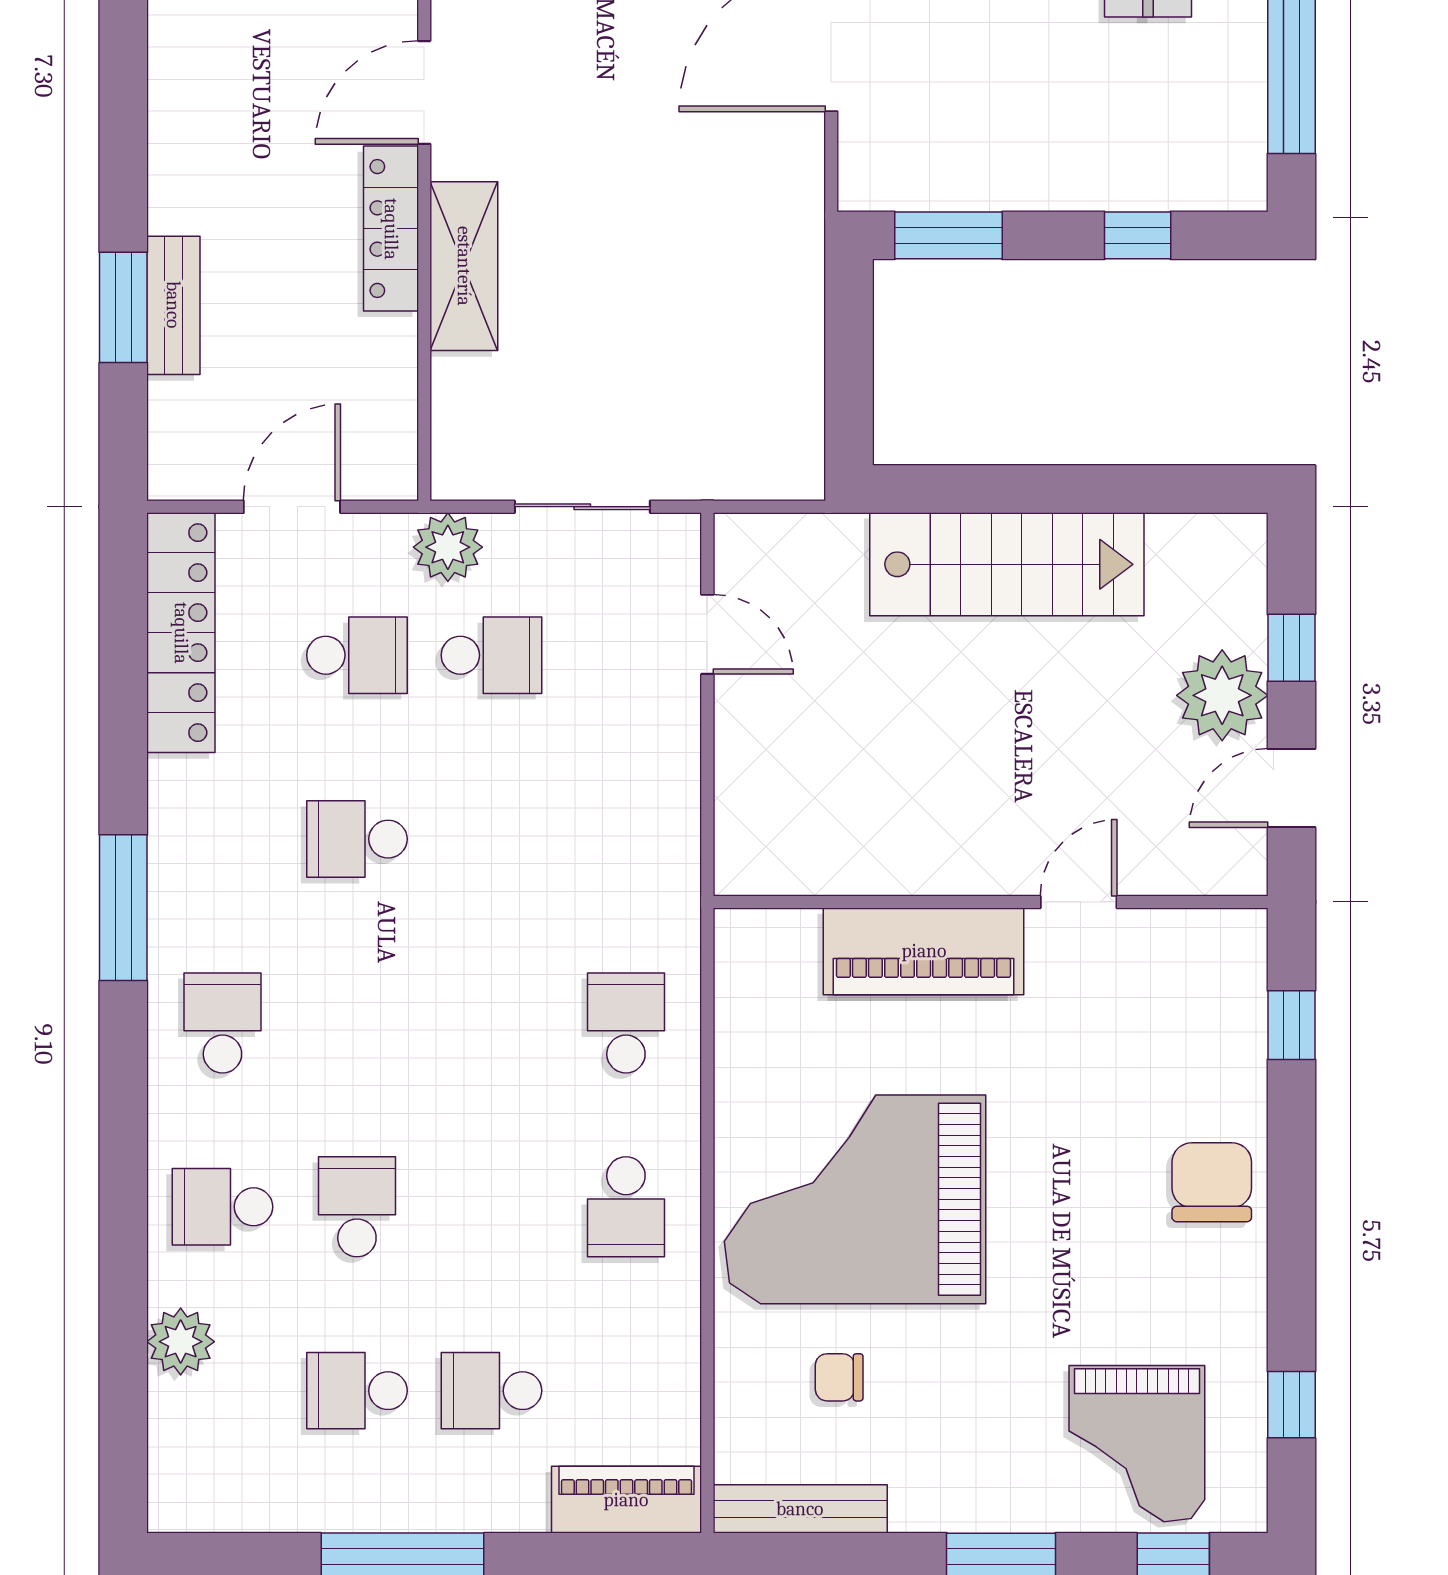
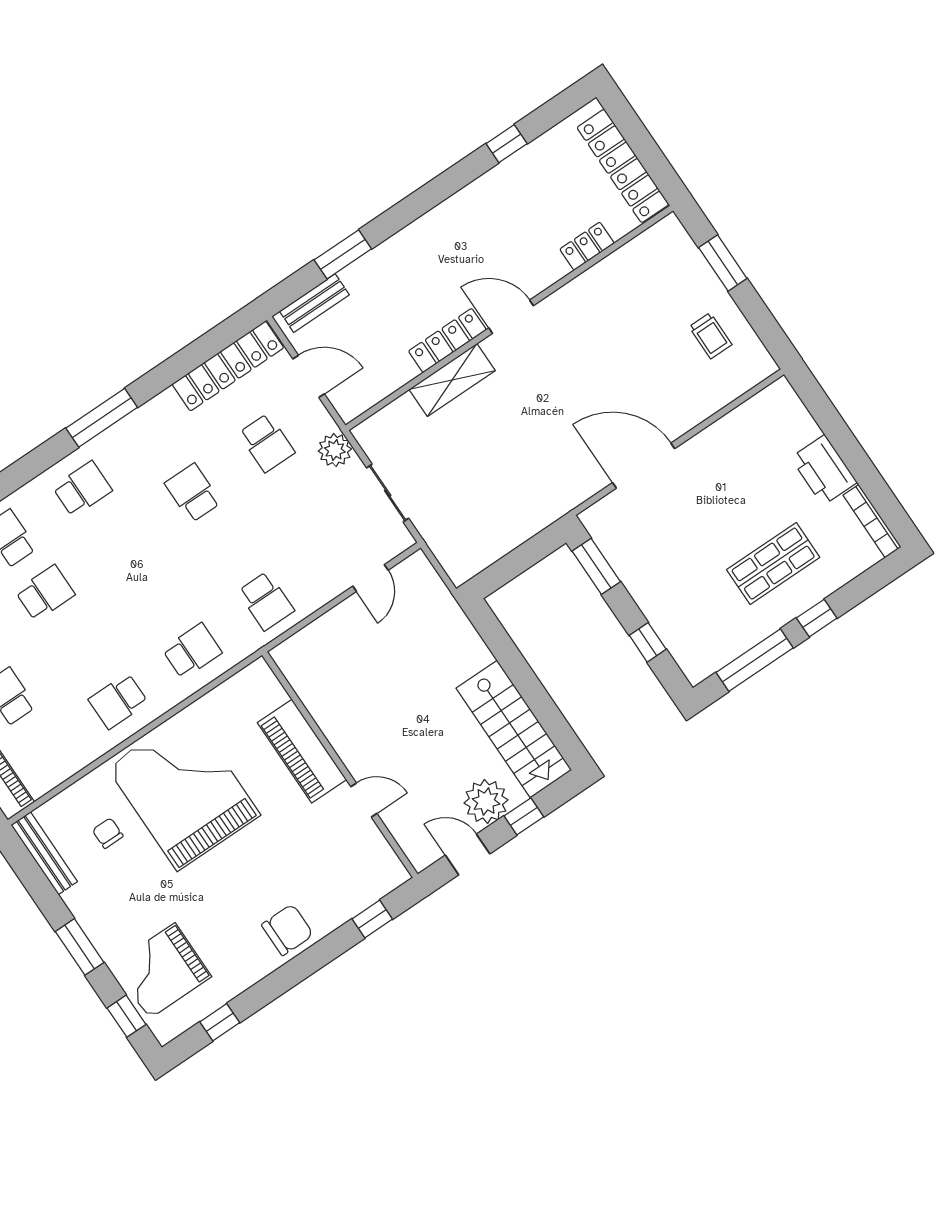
bench: (173, 305) -> (314, 303), moved
stairs: (1007, 564) -> (514, 729), moved
school desk: (491, 655) -> (266, 601), moved

